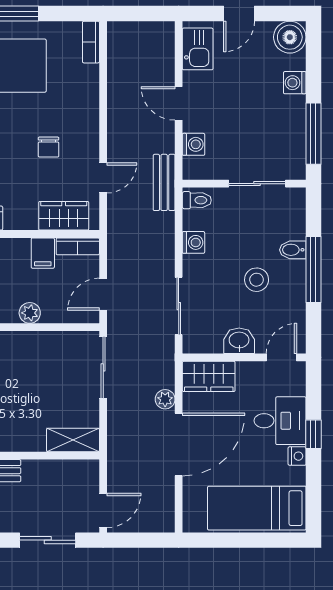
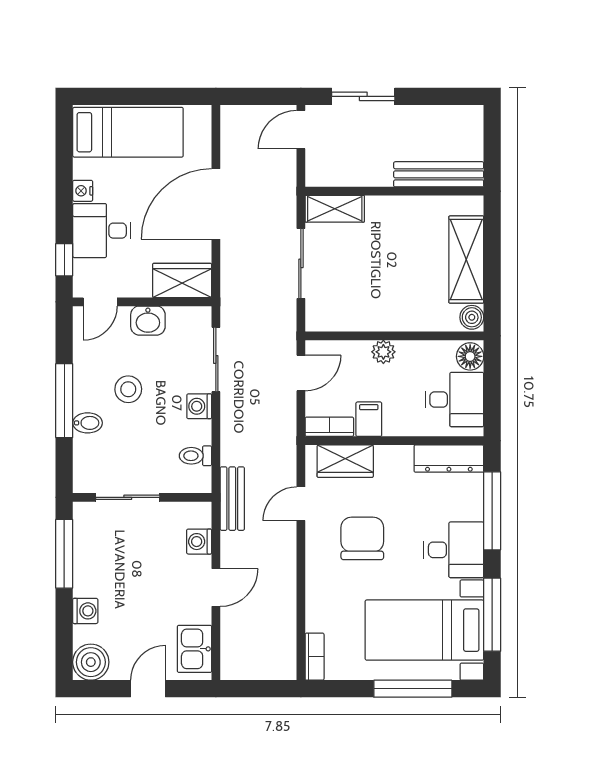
door: (179, 103) -> (216, 588), hinge flipped
chair: (49, 147) -> (362, 538), width x1.87, depth x1.87
toilet: (197, 200) -> (195, 456), moved
washing machine: (193, 242) -> (199, 406), moved
sliding door: (103, 367) -> (301, 263), moved
plant: (165, 399) -> (231, 255), removed
window: (313, 434) -> (64, 260), moved

